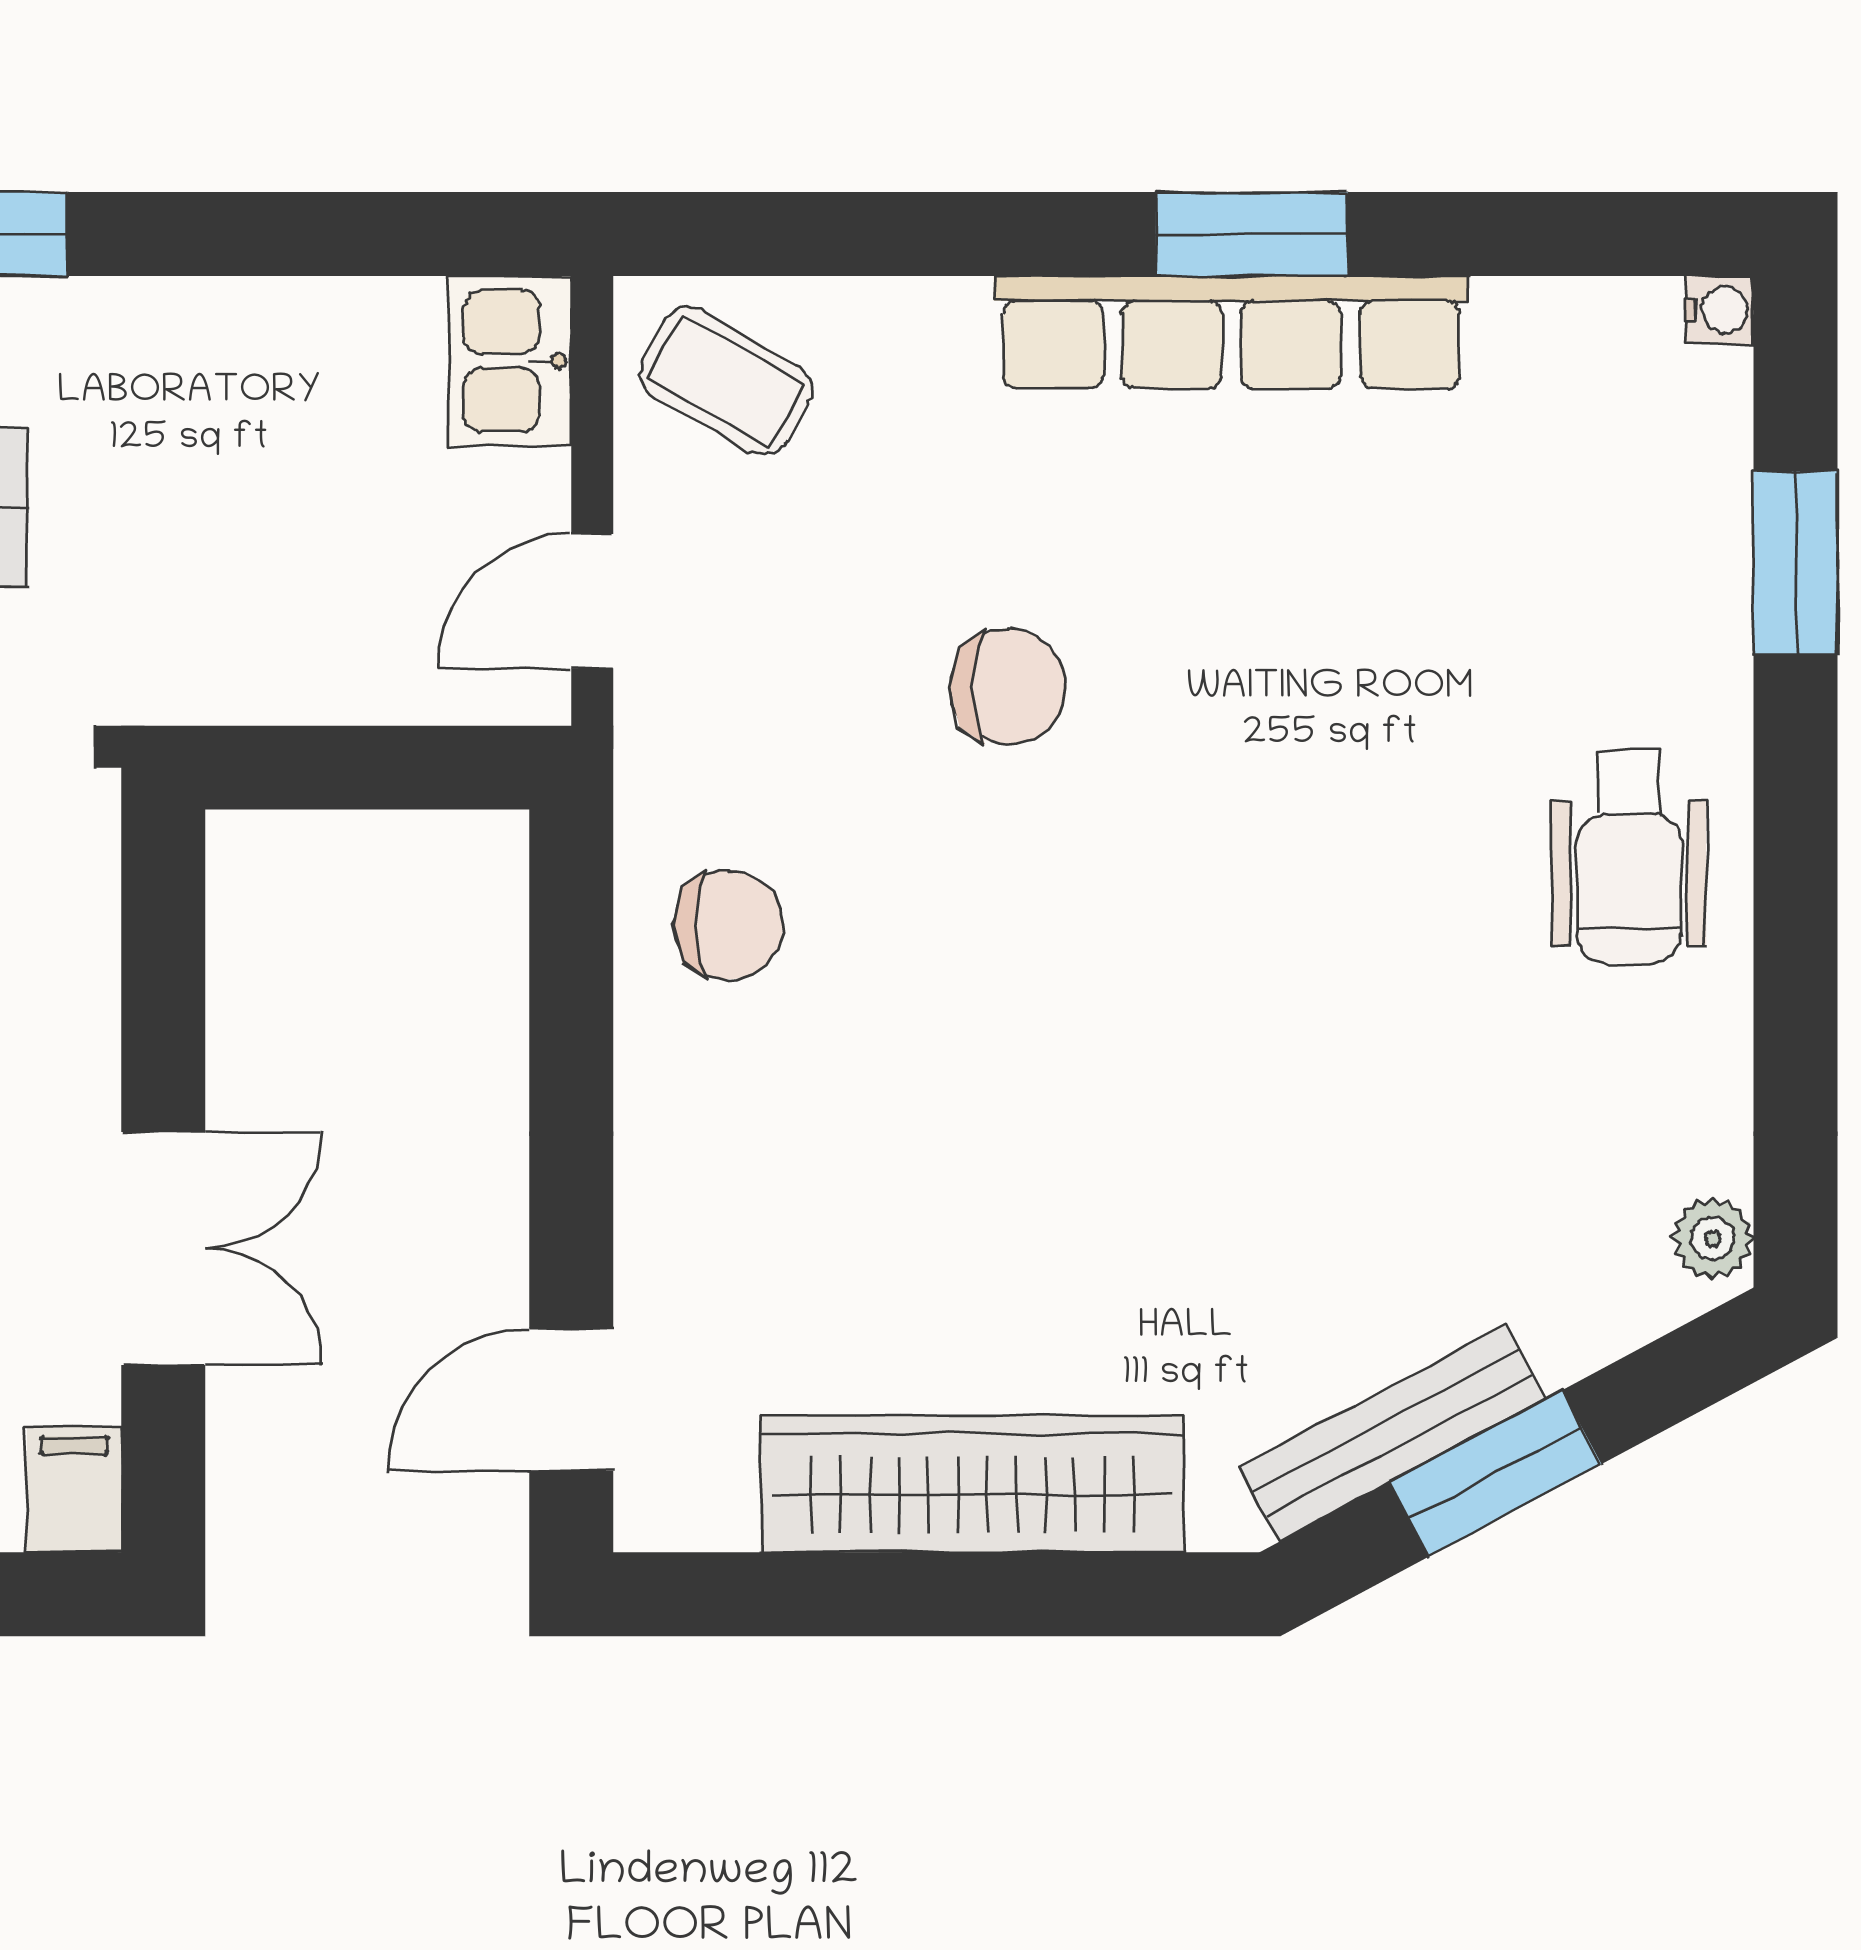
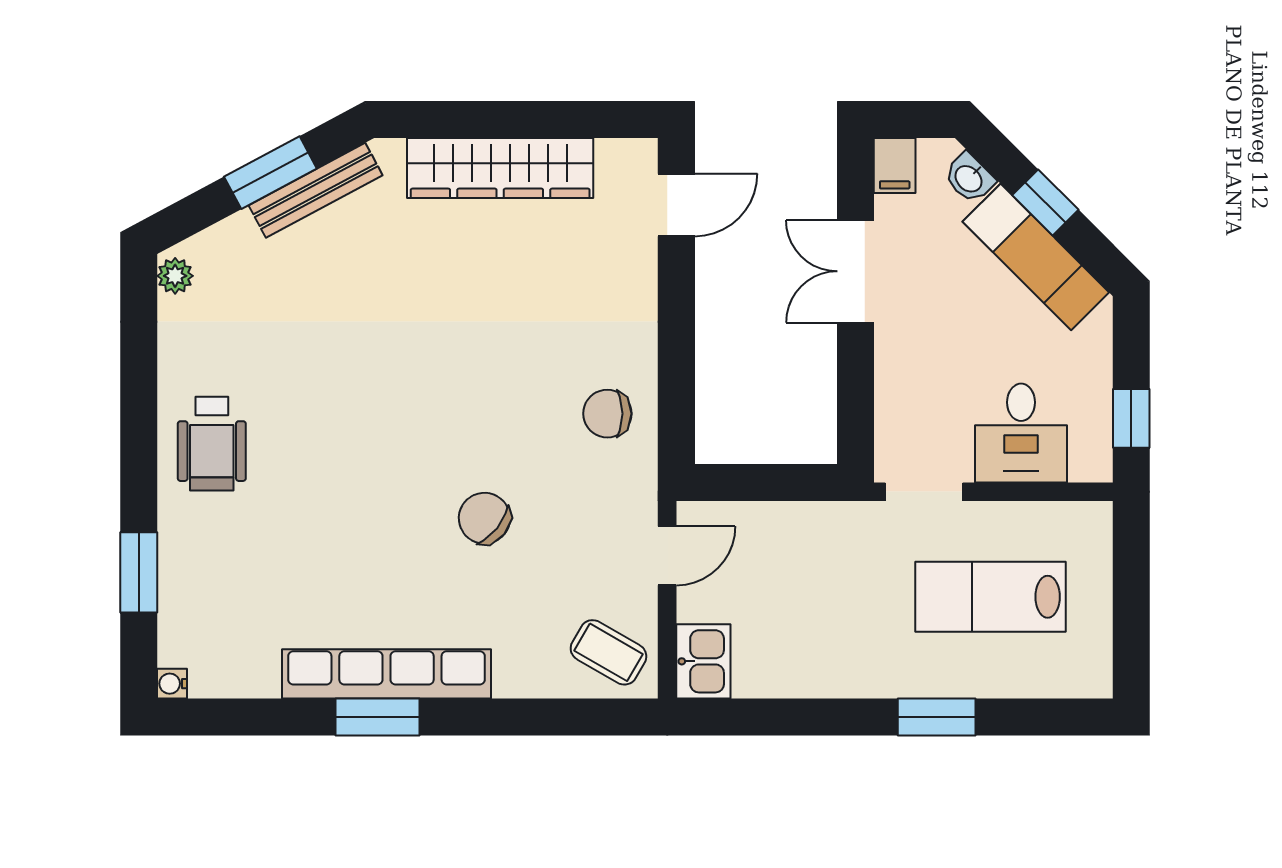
chair: (1008, 687) -> (484, 518), turned 39
wheelchair: (1629, 856) -> (212, 444), turned 180

